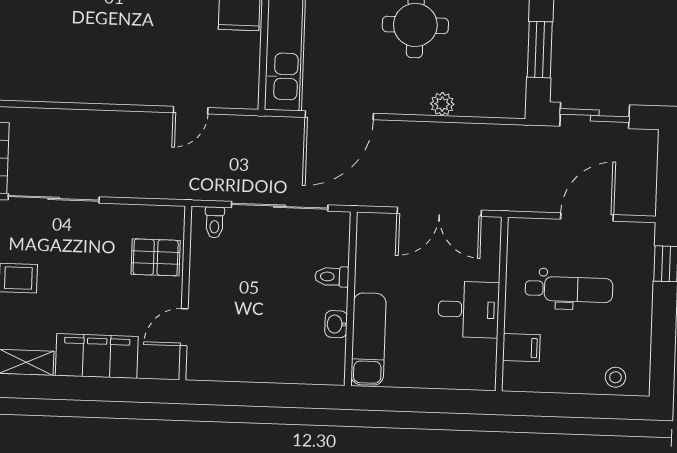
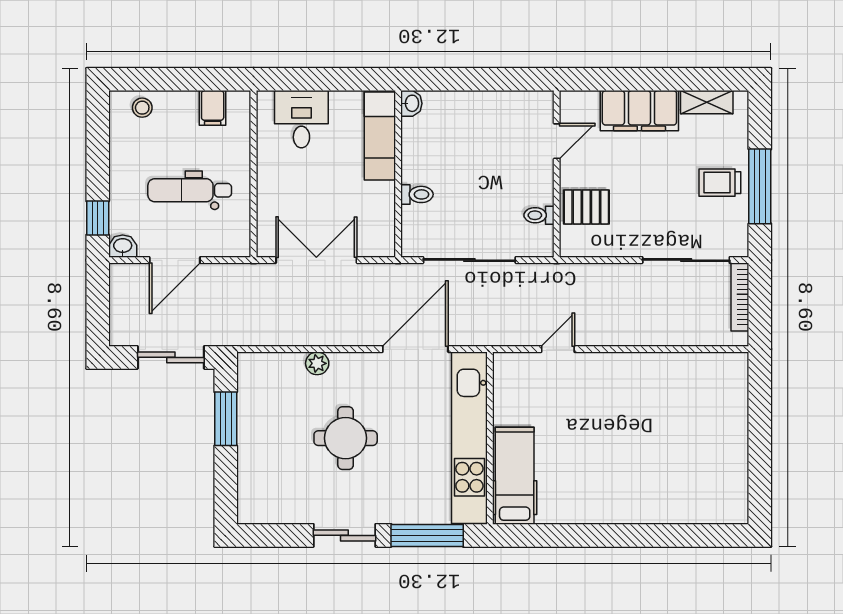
toilet: (214, 222) -> (539, 215), moved, turned -90
washbasin: (641, 233) -> (123, 246), added
desk: (469, 309) -> (301, 119), moved, turned 90
washbasin: (336, 324) -> (411, 103), moved
filing cabinet: (521, 348) -> (213, 108), moved, turned -90

